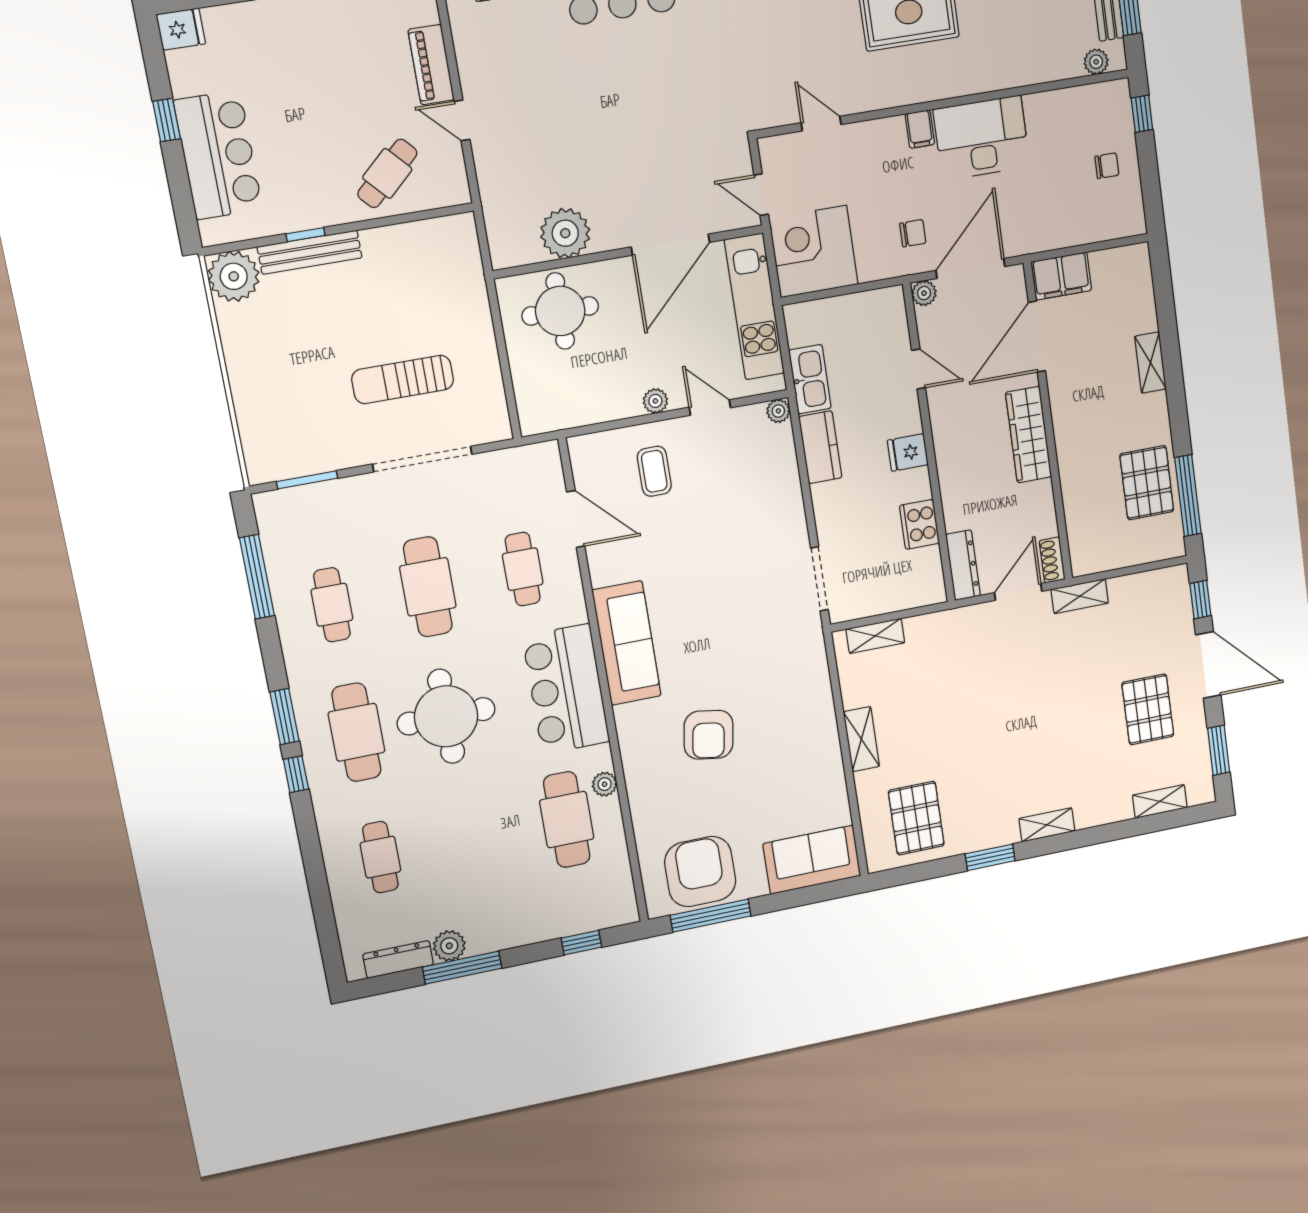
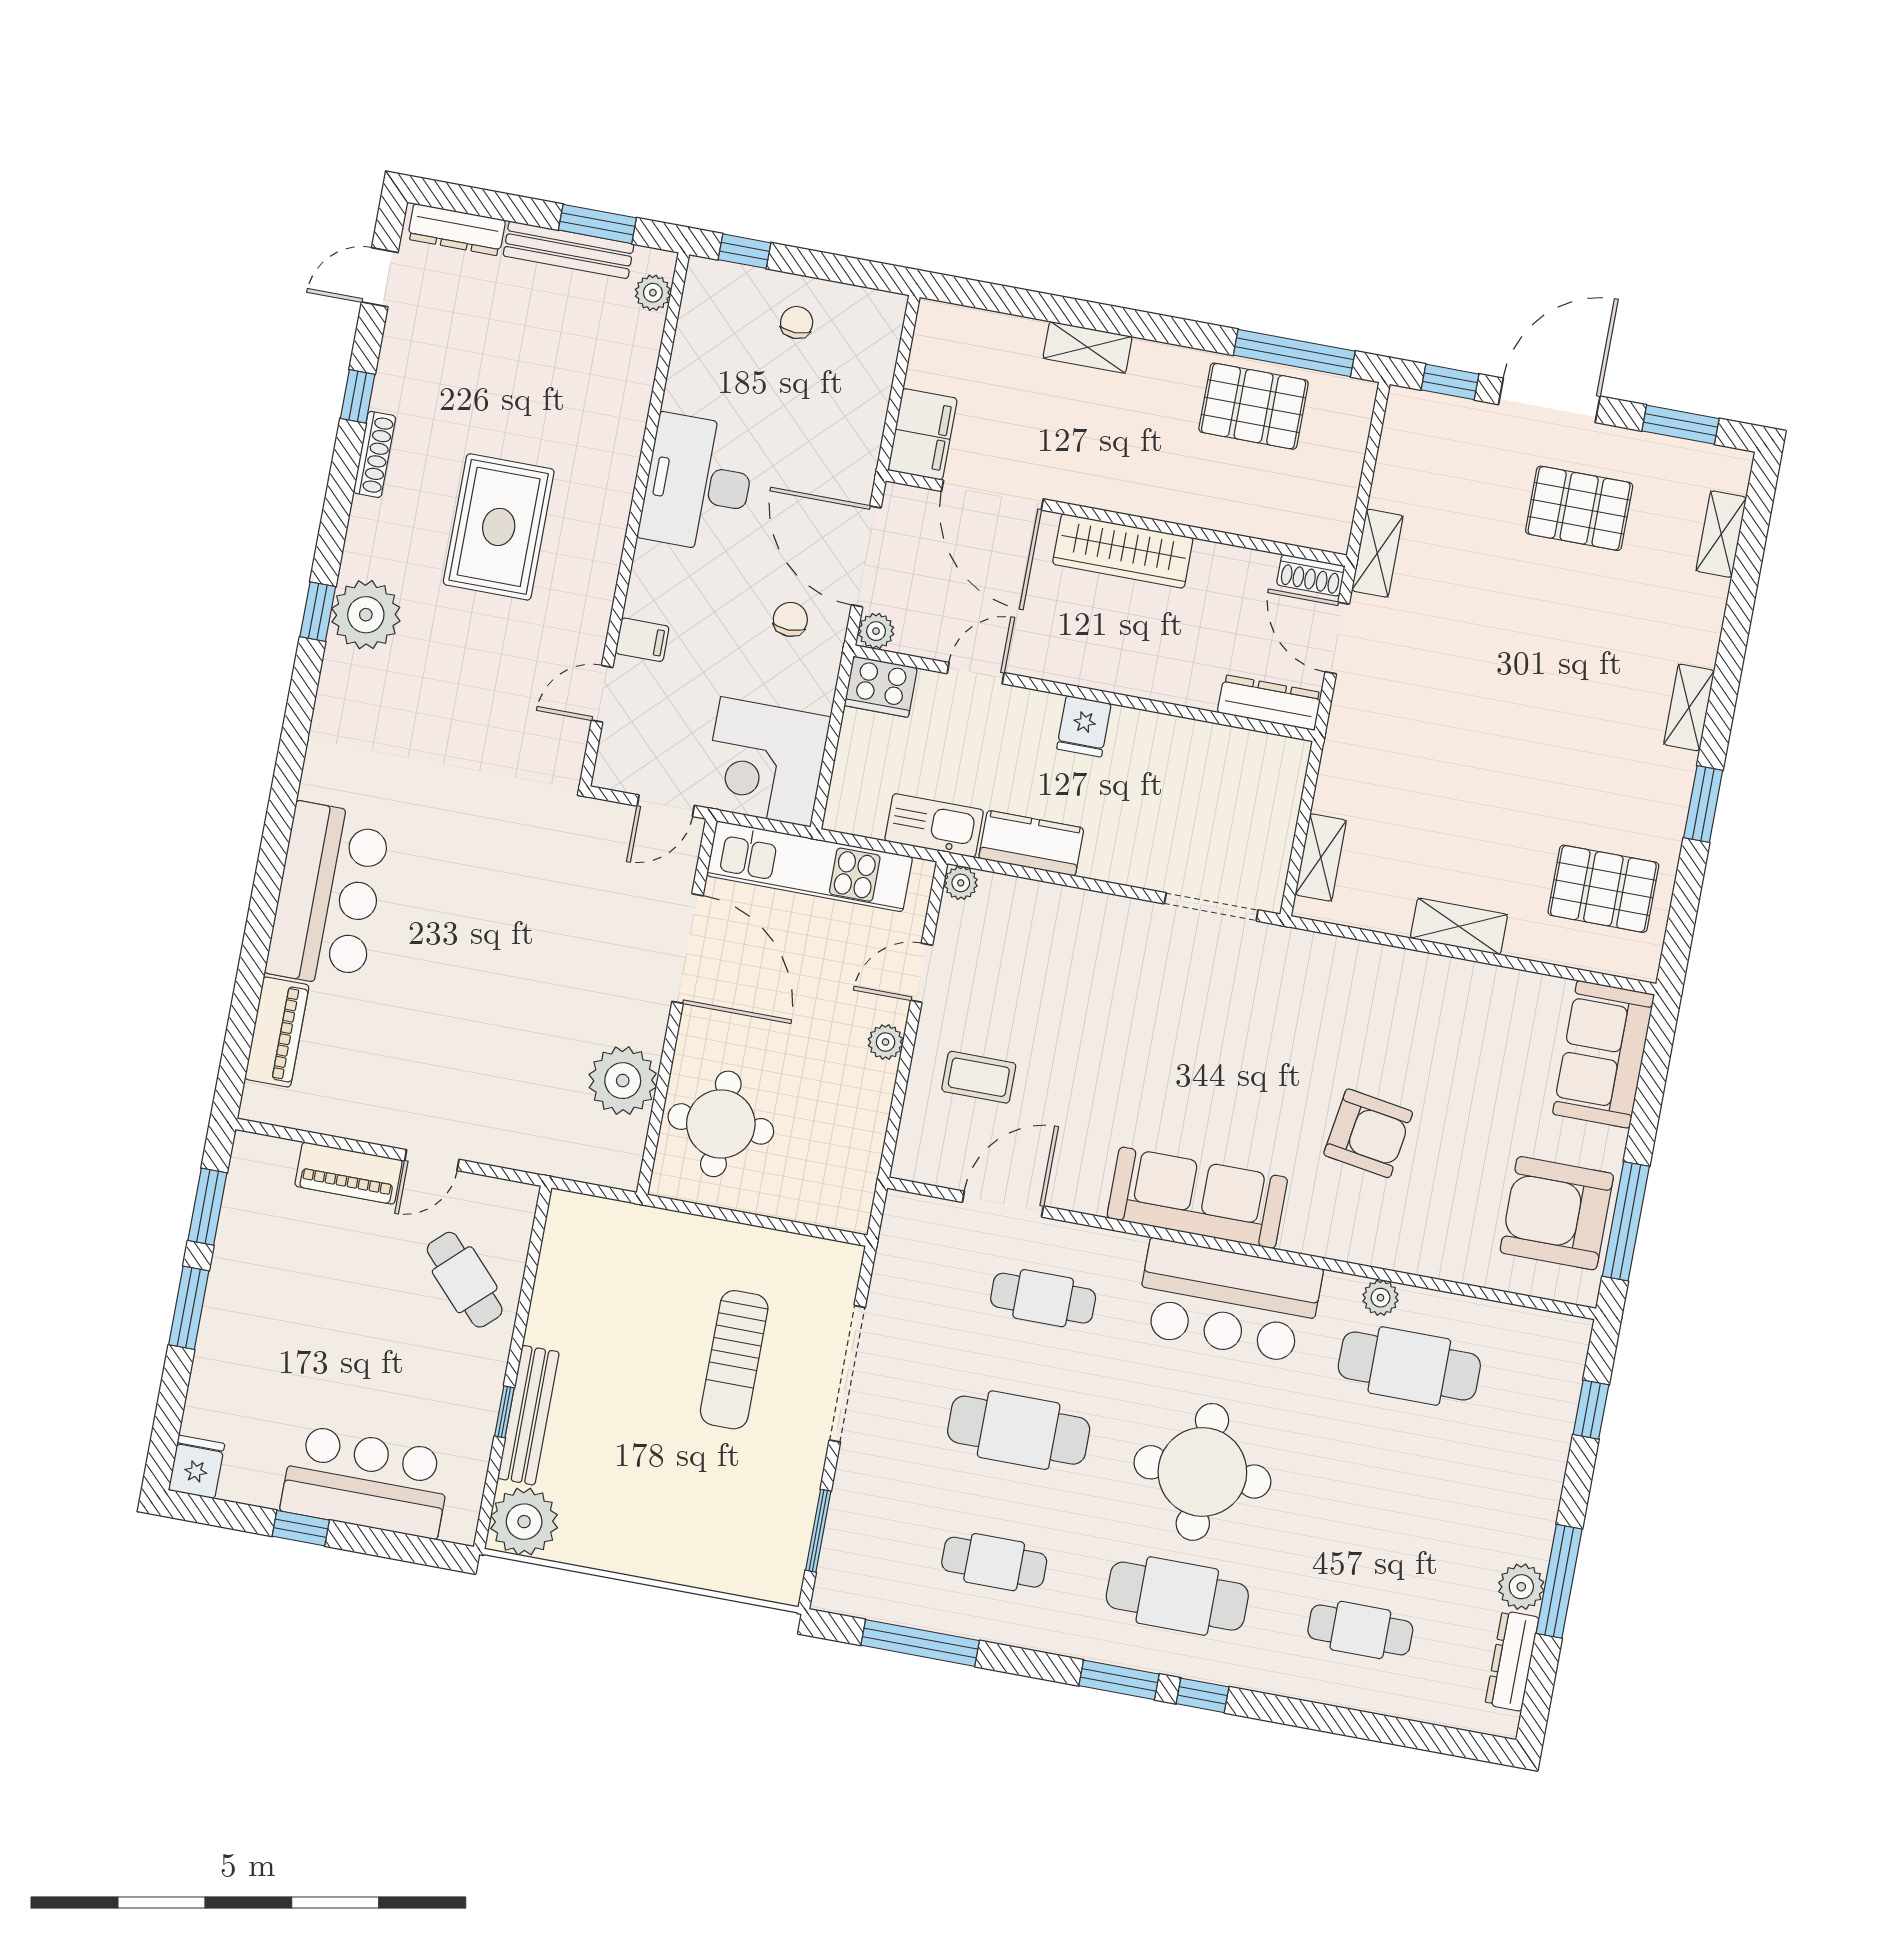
filing cabinet: (920, 129) -> (642, 640), moved
cooker: (919, 524) -> (881, 687), moved

